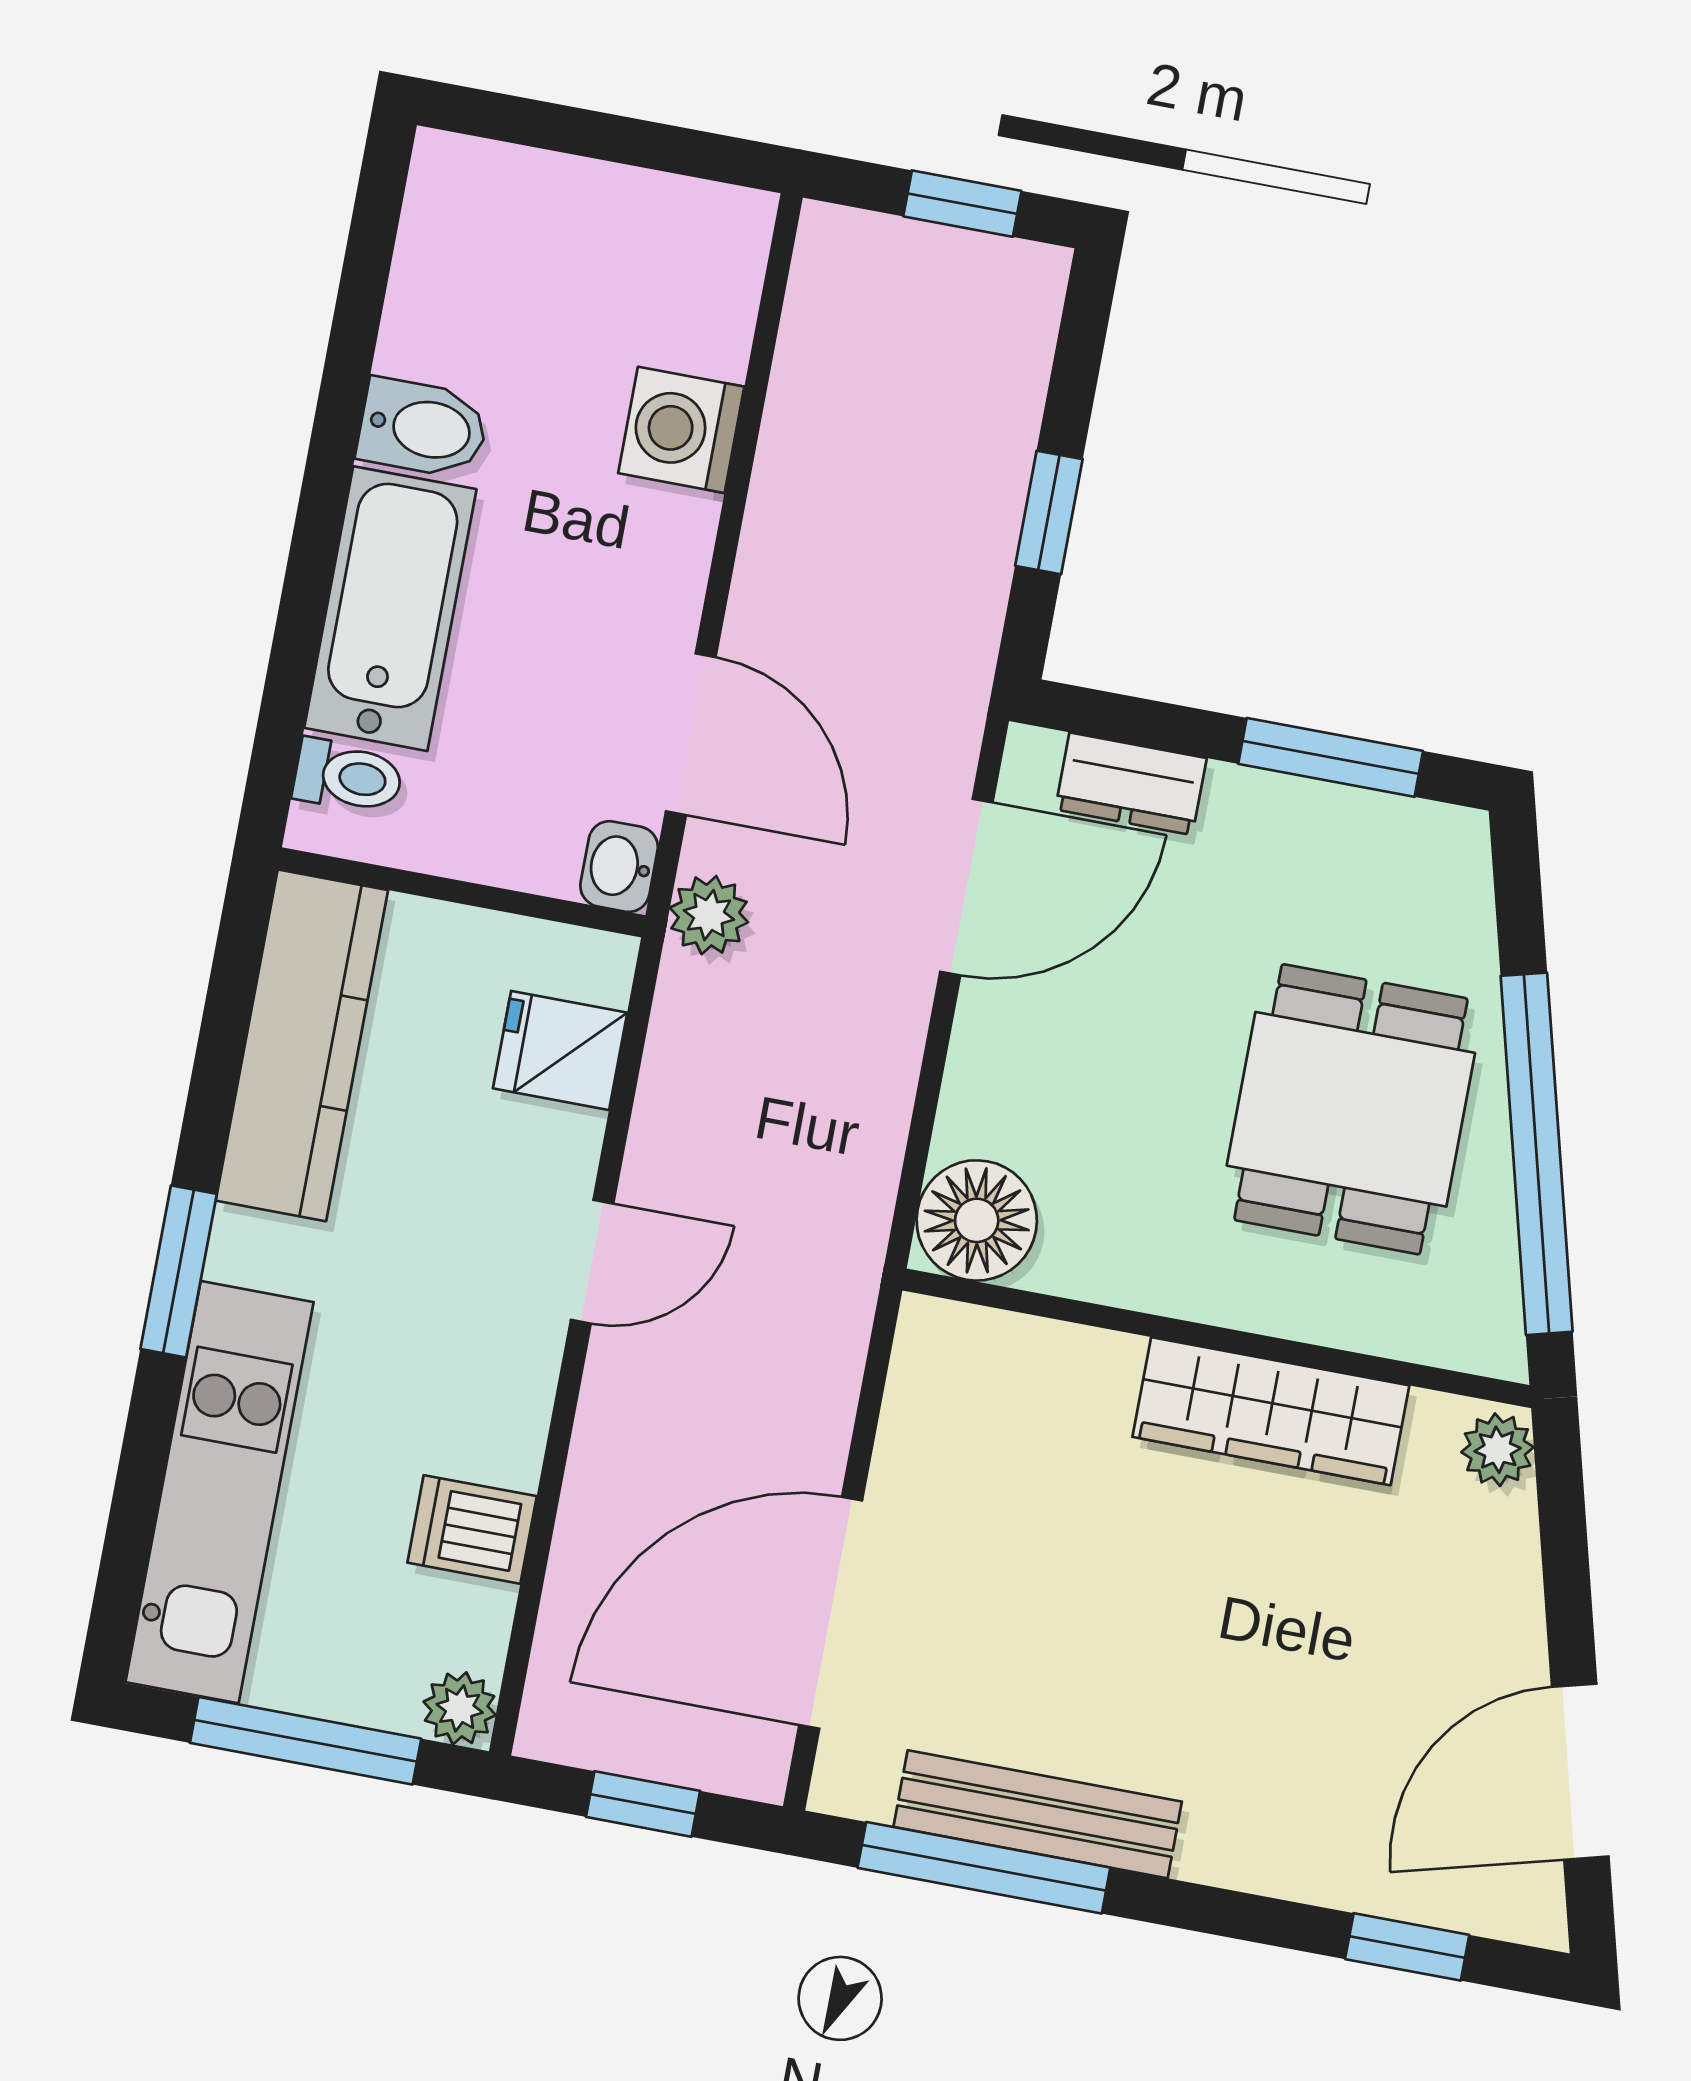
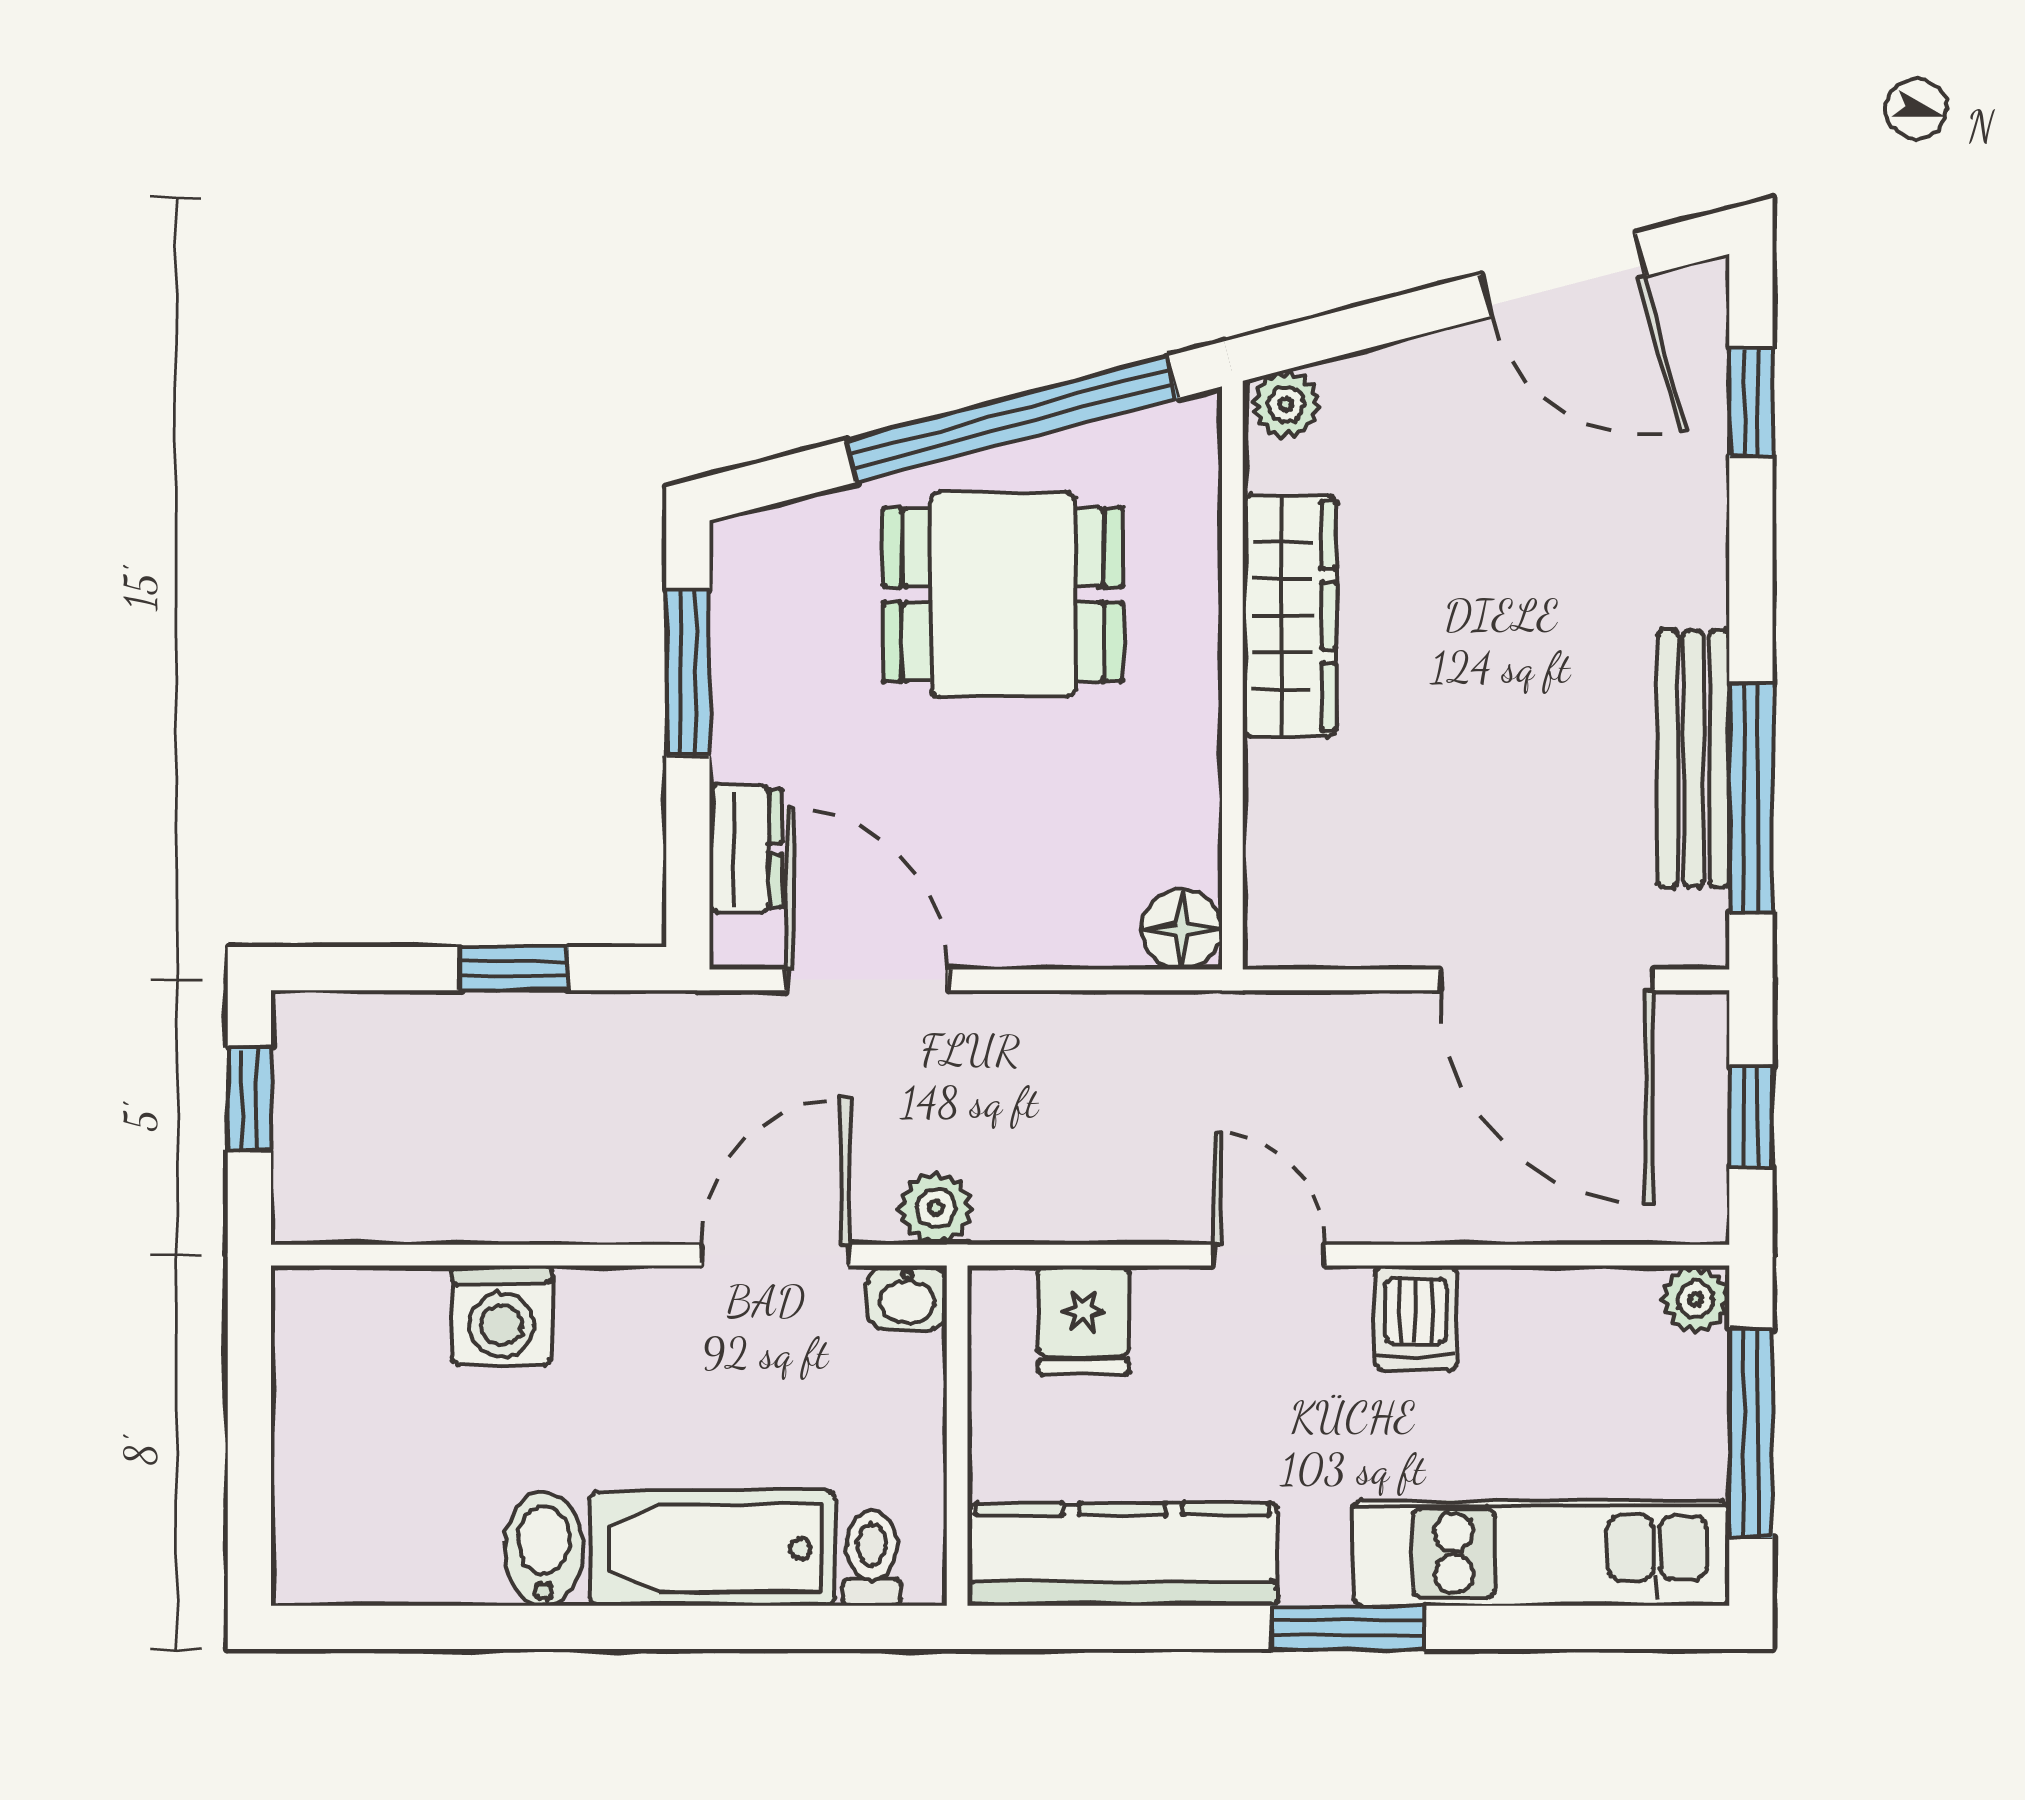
floor lamp: (977, 1220) -> (1182, 929), width x0.73, depth x0.73
dishwasher: (472, 1529) -> (1416, 1318), moved

